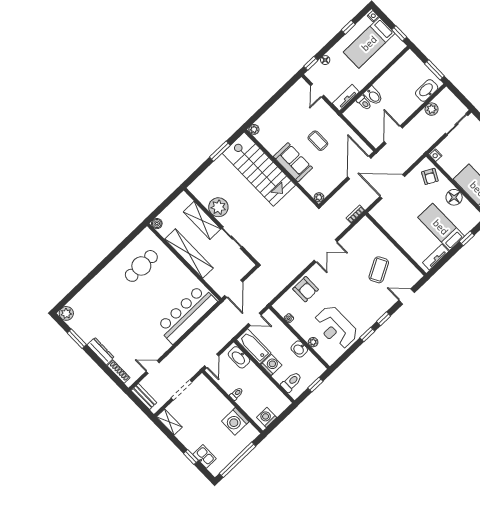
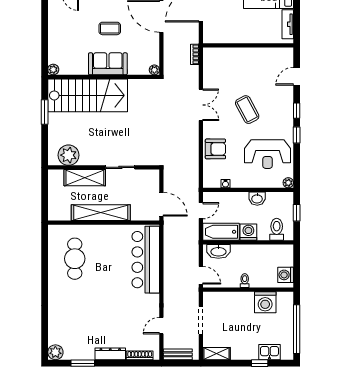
plant: (218, 207) -> (69, 155), moved
boiler: (157, 224) -> (54, 215), removed
coffee table: (379, 270) -> (247, 110), moved
plant: (313, 342) -> (288, 183), moved

